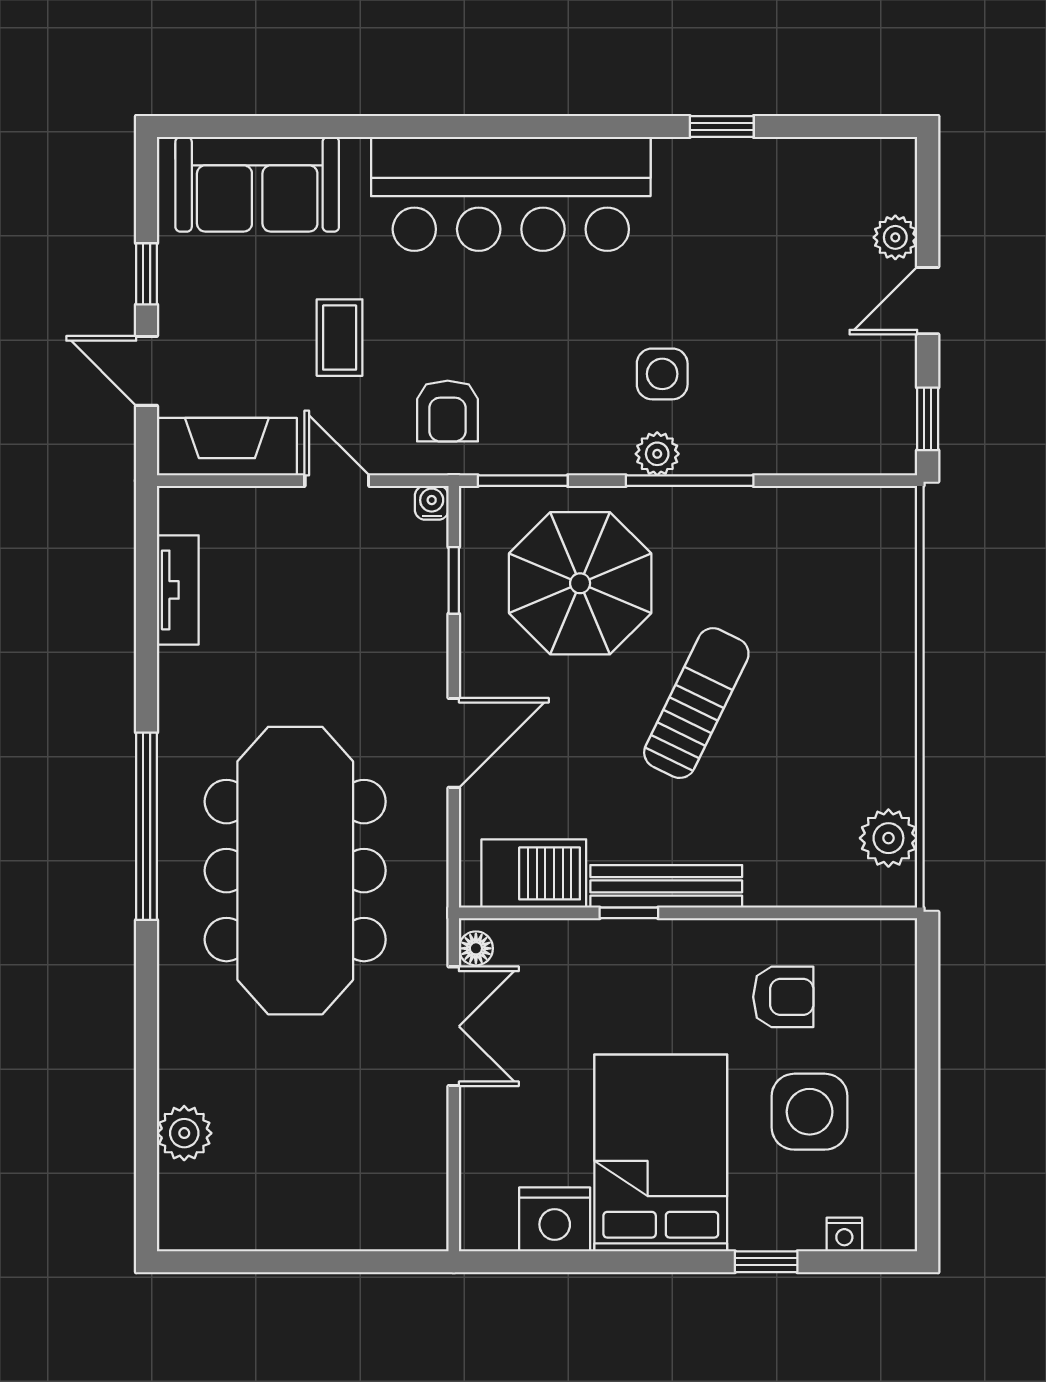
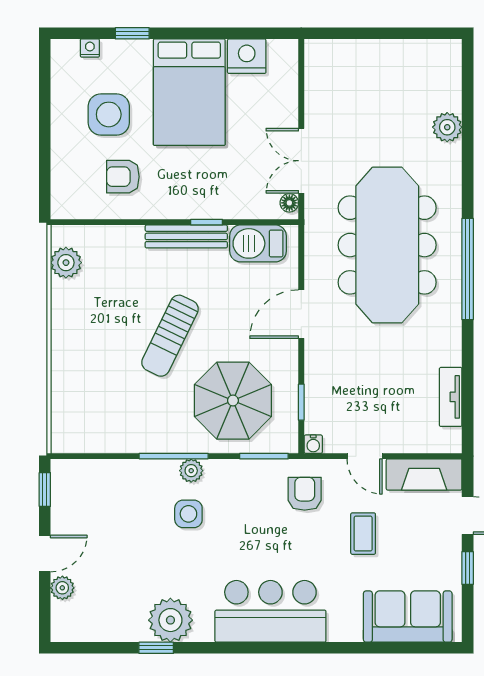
plant: (695, 178) -> (170, 620), added
bar counter: (511, 194) -> (270, 611), width x0.73
plant: (184, 1133) -> (447, 127), moved

